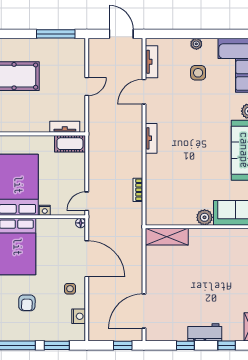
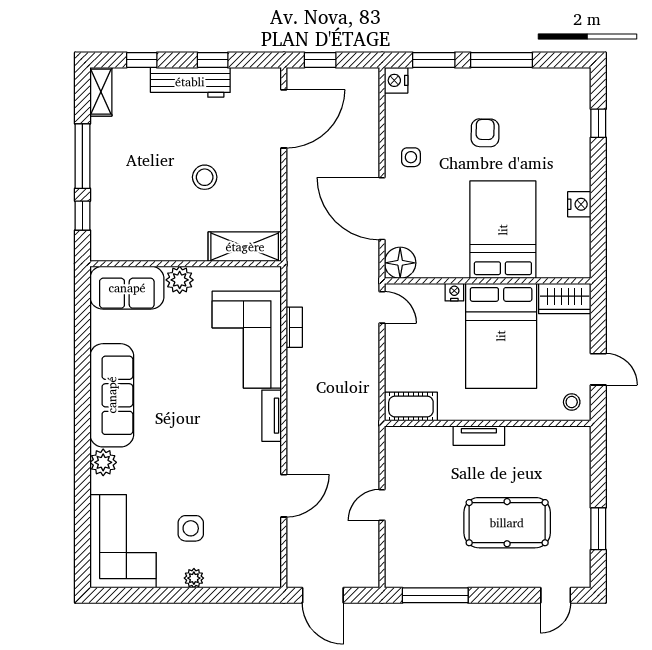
tv unit: (152, 62) -> (271, 547), removed
tv unit: (65, 127) -> (479, 436), moved
corner sofa: (166, 183) -> (247, 340), added
door: (87, 201) -> (382, 307), hinge flipped
floor lamp: (81, 223) -> (400, 263), width x1.89, depth x1.89
stool: (190, 277) -> (205, 177), added
nightstand: (79, 316) -> (396, 80), moved
workbench: (205, 332) -> (190, 82), width x1.37

